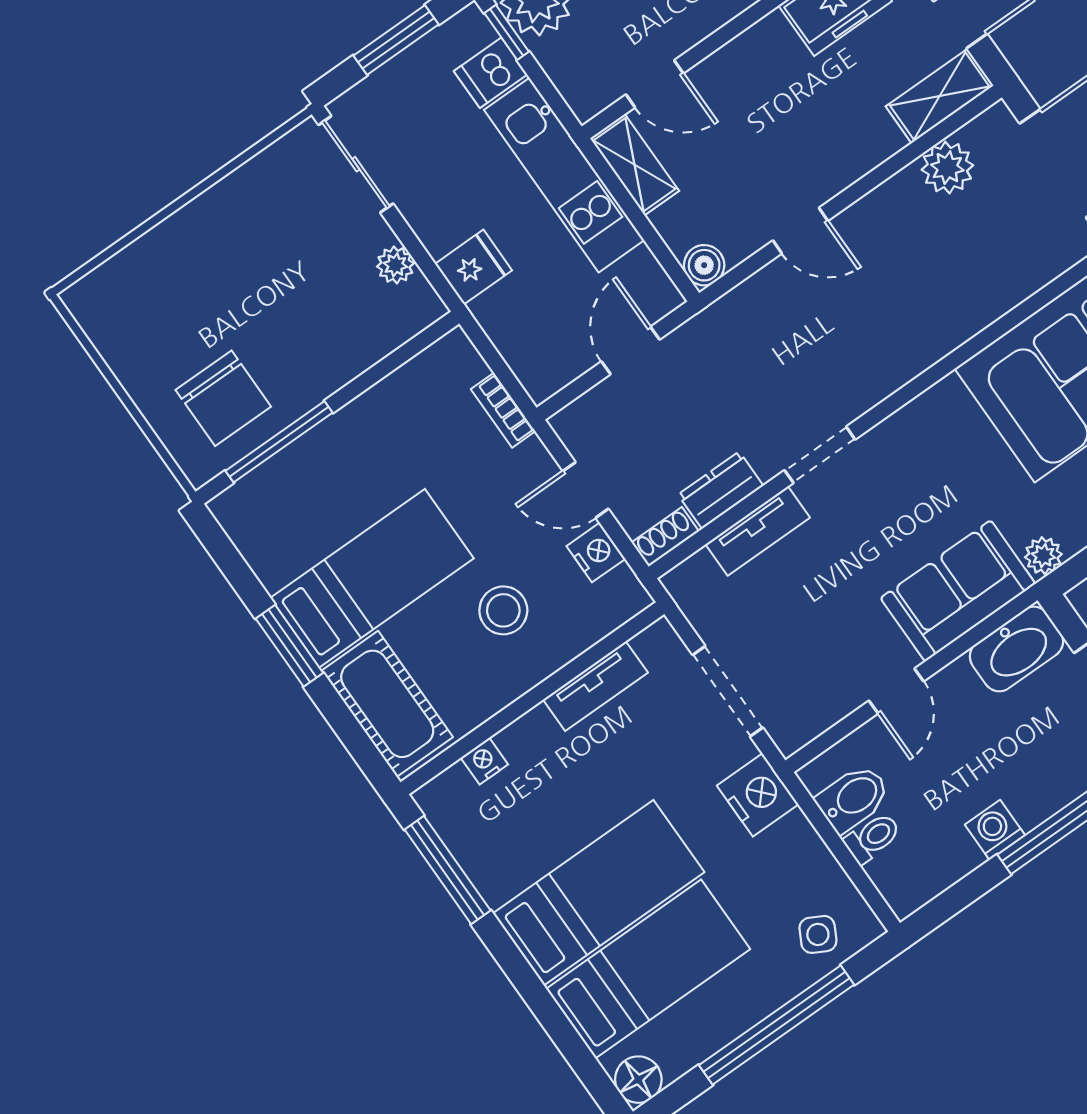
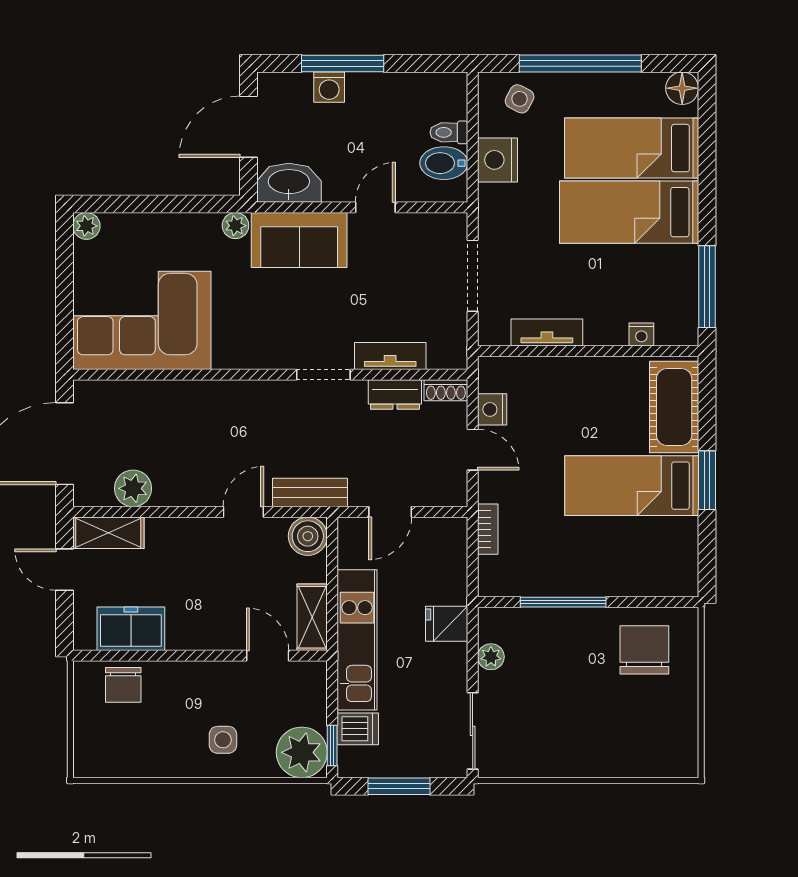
door: (800, 231) -> (243, 512), hinge flipped
boiler: (704, 265) -> (308, 536), width x1.36, depth x1.36
bench: (739, 307) -> (310, 493), added
window: (279, 442) -> (563, 602), moved
stool: (503, 610) -> (569, 414), removed
nightstand: (758, 795) -> (498, 160), moved
washing machine: (995, 830) -> (329, 87), moved

